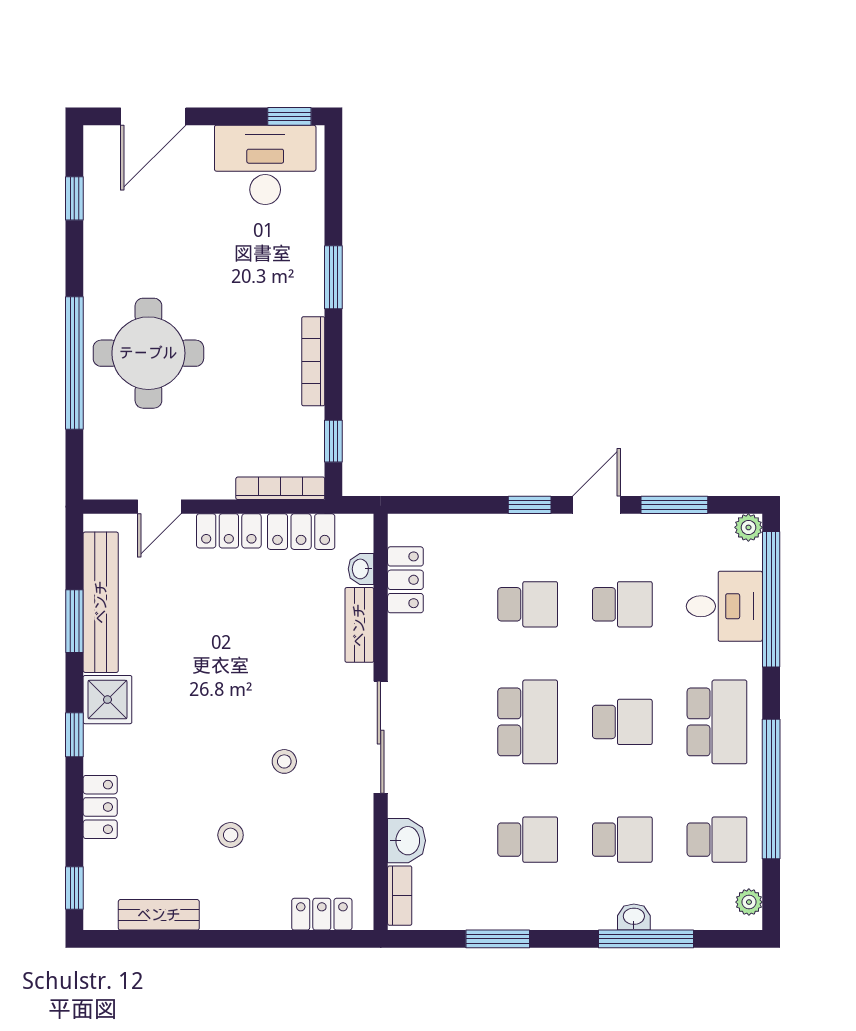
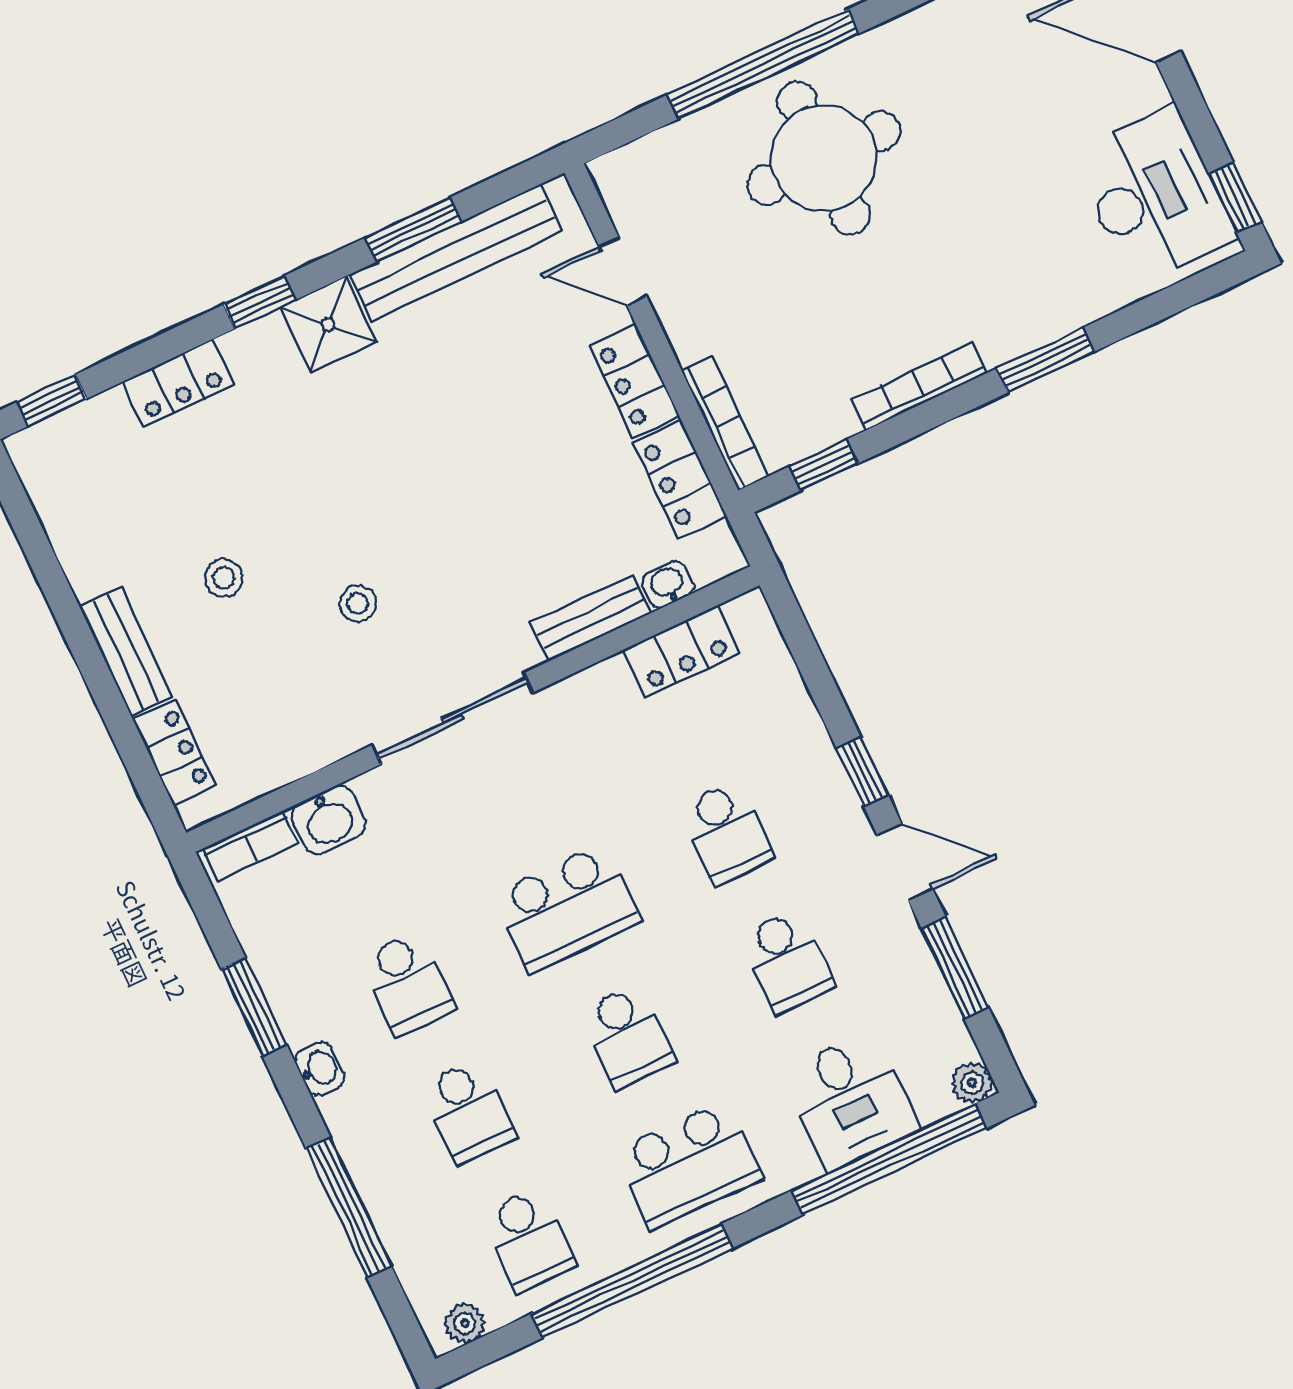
bench: (159, 915) -> (126, 651), moved
washbasin: (634, 917) -> (320, 1069), moved

